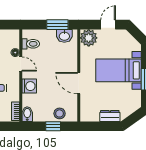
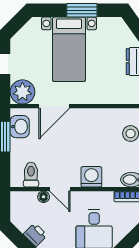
door: (21, 64) -> (60, 189), swing flipped
door: (79, 83) -> (54, 106), moved

